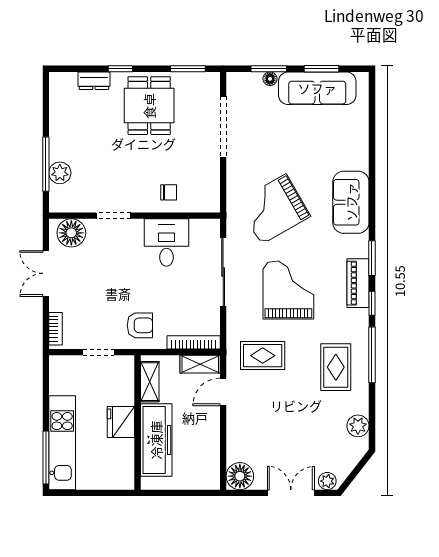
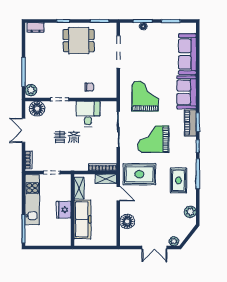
dresser: (94, 81) -> (36, 27), moved
sofa: (317, 88) -> (187, 54), moved, turned 90
dining table: (149, 106) -> (79, 41), turned 90
plant: (60, 173) -> (31, 90), moved
grand piano: (274, 209) -> (145, 96), turned 120
piano: (358, 283) -> (190, 123), moved
grand piano: (288, 290) -> (153, 139), turned -90
armchair: (140, 325) -> (74, 158), removed
rug: (263, 356) -> (139, 174), width x1.36, depth x1.43
door: (223, 392) -> (118, 194), swing flipped
kitchen unit: (62, 443) -> (32, 200), moved
floor lamp: (240, 476) -> (127, 221), moved
double door: (291, 493) -> (154, 248), swing flipped

